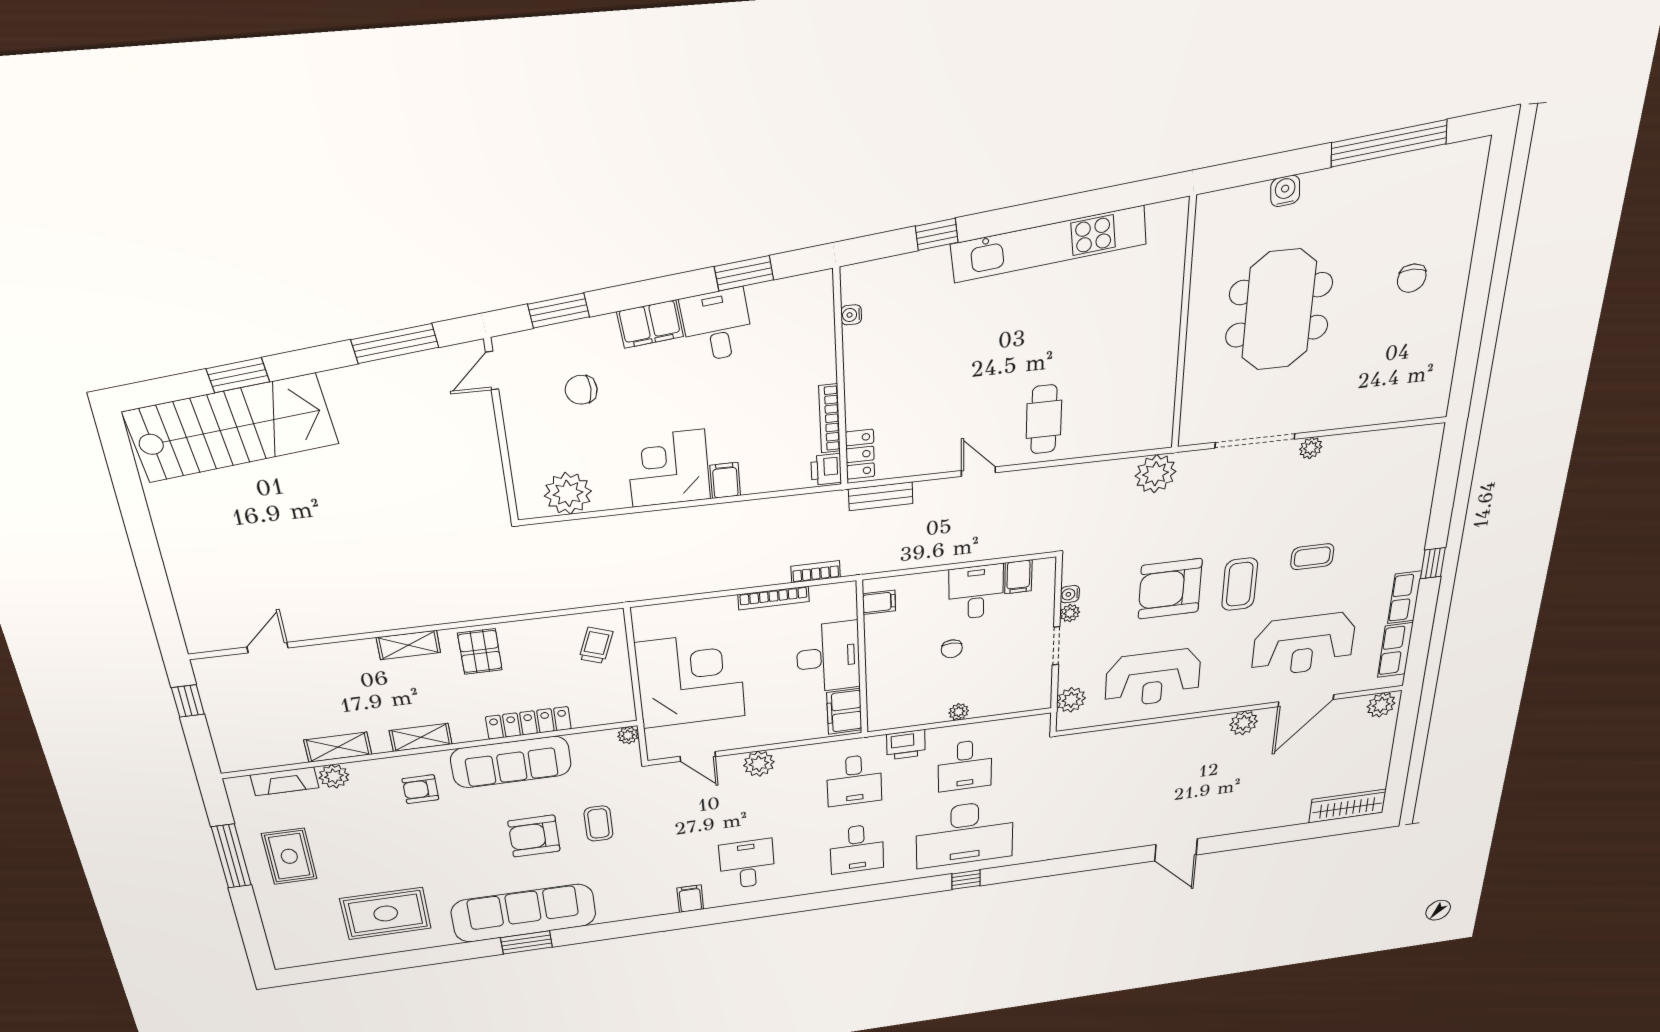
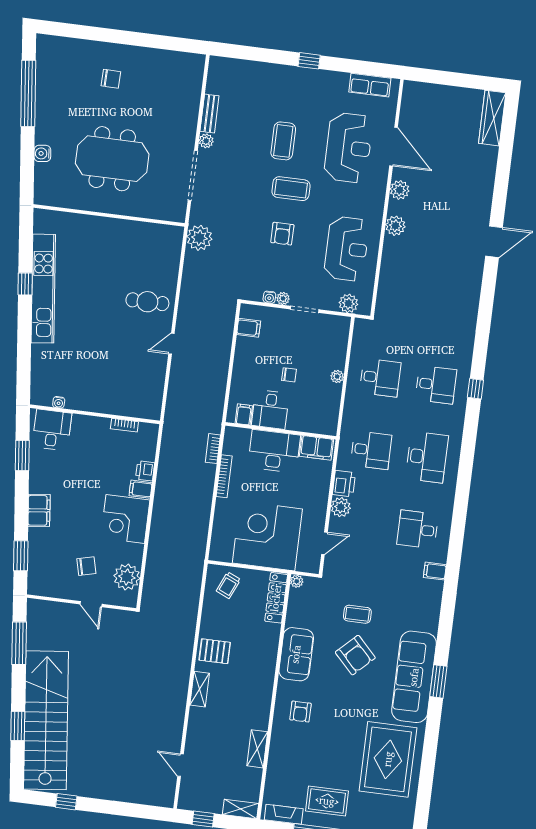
window: (937, 234) -> (25, 284), moved
desk: (717, 325) -> (52, 430), moved, turned 96
door: (492, 371) -> (91, 604), moved
chair: (581, 390) -> (86, 566), moved, turned -104
bookcase: (829, 419) -> (124, 425), width x0.64
stairs: (232, 428) -> (46, 720), width x1.36
locker: (860, 454) -> (143, 411), removed
printer: (826, 469) -> (145, 471), moved, turned 90
window: (128, 488) -> (66, 802), added
bench: (881, 496) -> (209, 114), moved
coffee table: (1312, 557) -> (283, 141), width x1.36, depth x1.30
armchair: (1170, 589) -> (282, 234), width x0.53, depth x0.53
desk: (976, 592) -> (270, 410), moved, turned -90
row of seats: (1405, 597) -> (330, 79), removed
trolley: (596, 645) -> (228, 585), turned -86
plant: (1381, 705) -> (395, 226), moved
locker: (528, 723) -> (276, 598), moved
shelving: (421, 737) -> (241, 809), moved, turned 90
printer: (906, 745) -> (344, 484), moved
sofa: (511, 762) -> (296, 654), width x0.73
plant: (334, 776) -> (277, 757), removed
fireplace: (285, 781) -> (284, 814), moved, turned -90
desk: (965, 834) -> (436, 385), width x0.53, depth x0.77
armchair: (534, 836) -> (355, 655), turned -44
desk: (857, 849) -> (427, 457), width x1.37
rug: (386, 913) -> (388, 759), width x1.37, depth x1.44

